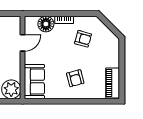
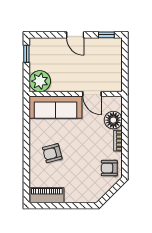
armchair: (83, 39) -> (109, 168), moved, turned 74
sofa: (34, 82) -> (55, 107), width x1.36

